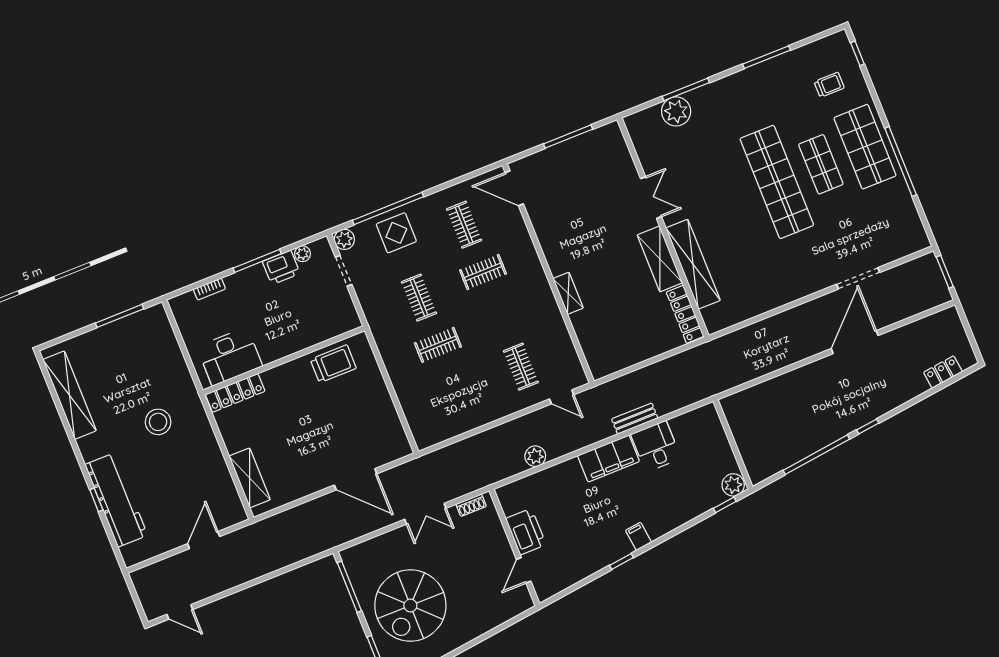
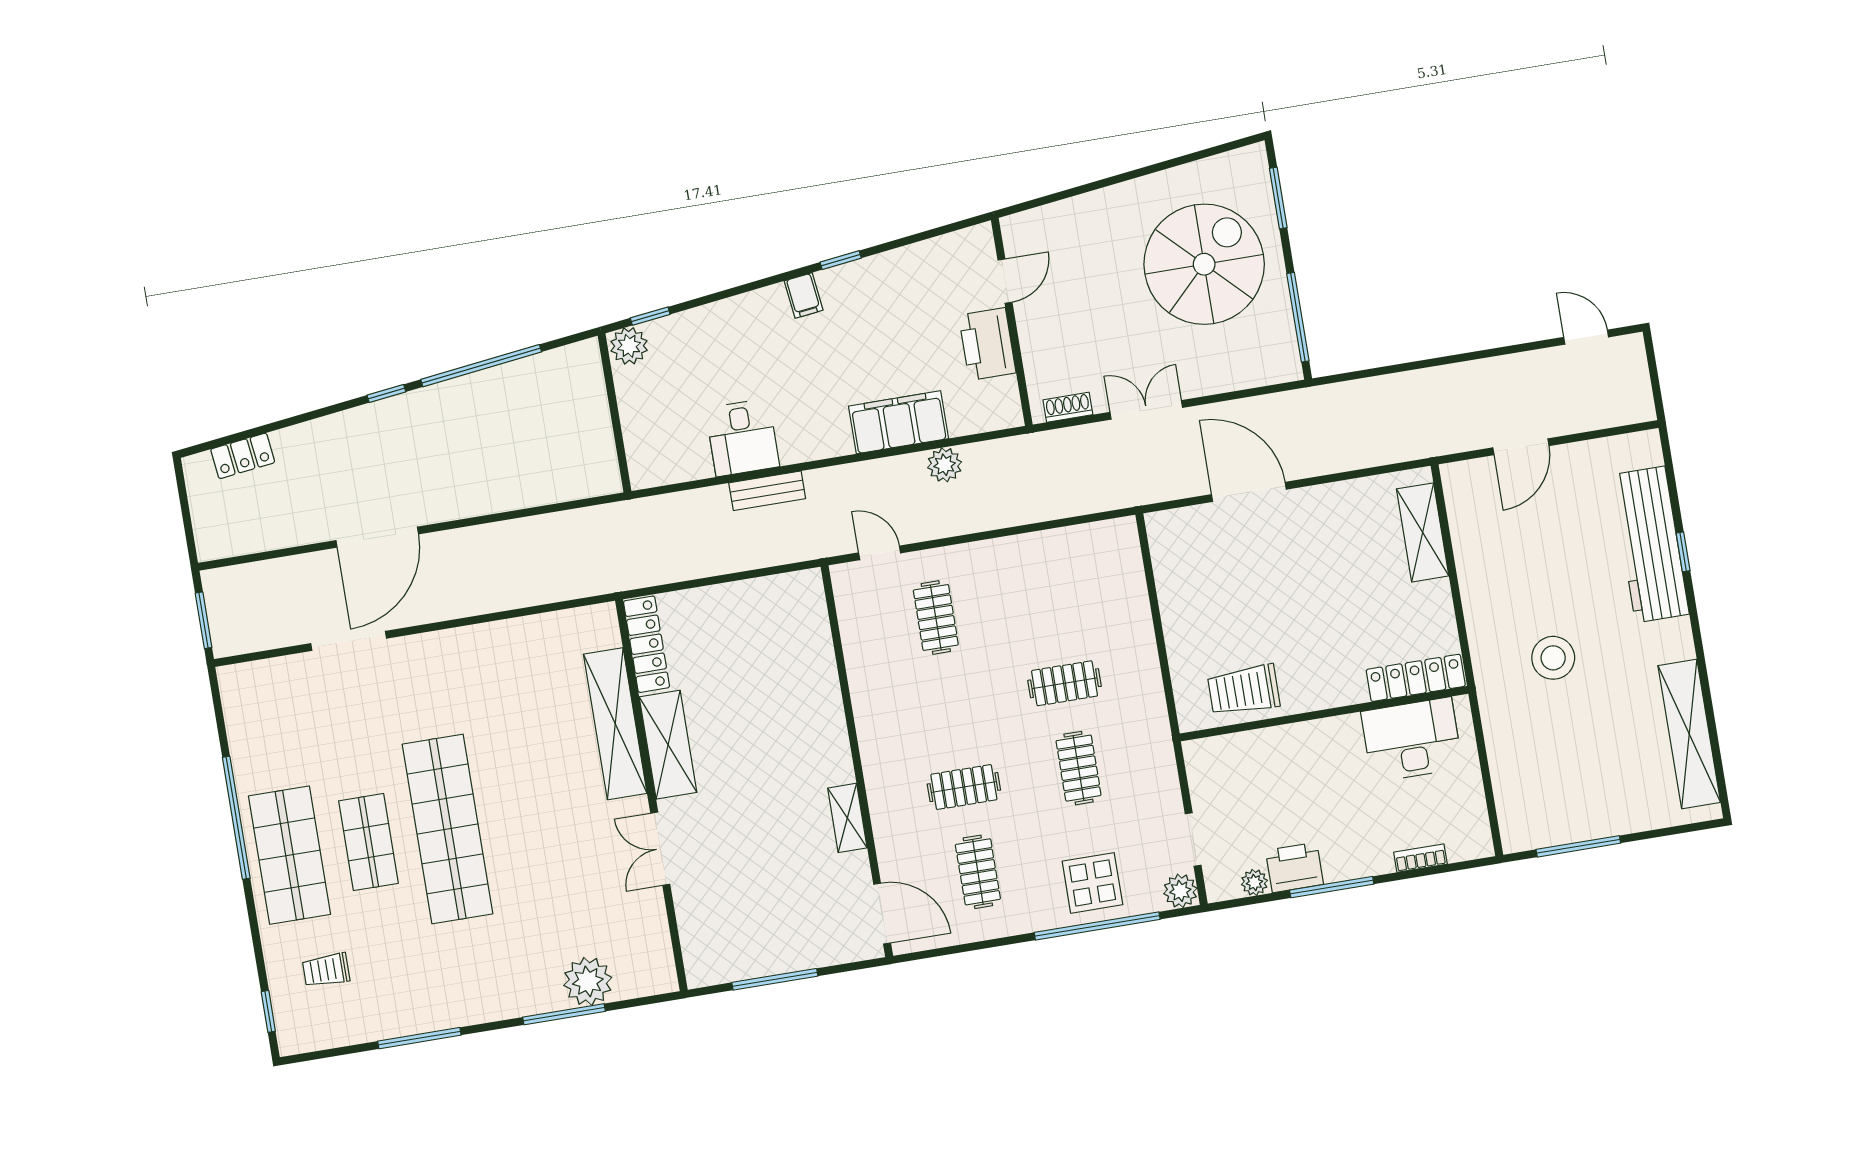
shelving: (568, 293) -> (847, 818), moved
filing cabinet: (608, 459) -> (898, 422), moved

